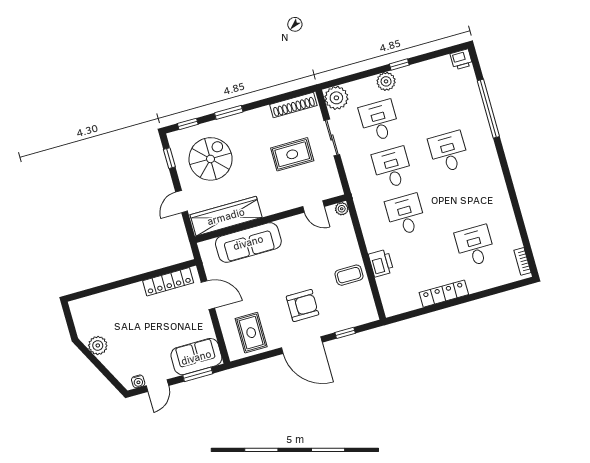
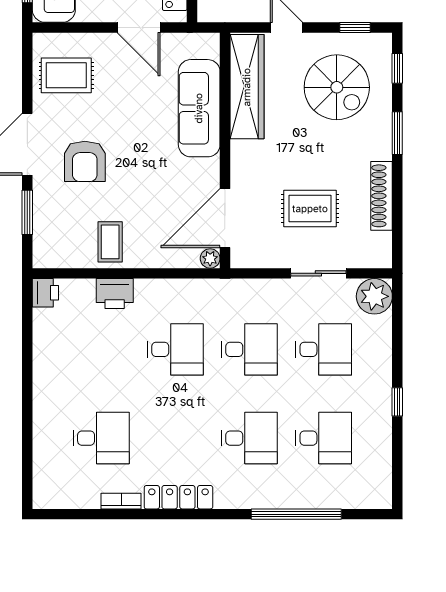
printer: (461, 59) -> (45, 293), moved, turned 180
plant: (386, 81) -> (378, 376), removed
shoe rack: (293, 105) -> (382, 196), moved
desk: (435, 105) -> (323, 438), added
rug: (292, 154) -> (310, 209), turned 90
door: (313, 207) -> (225, 218), width x1.87
bookcase: (522, 261) -> (121, 501), moved
locker: (444, 294) -> (178, 497), moved, turned -90
door: (208, 295) -> (139, 28), hinge flipped
window: (345, 333) -> (27, 212), width x1.50

